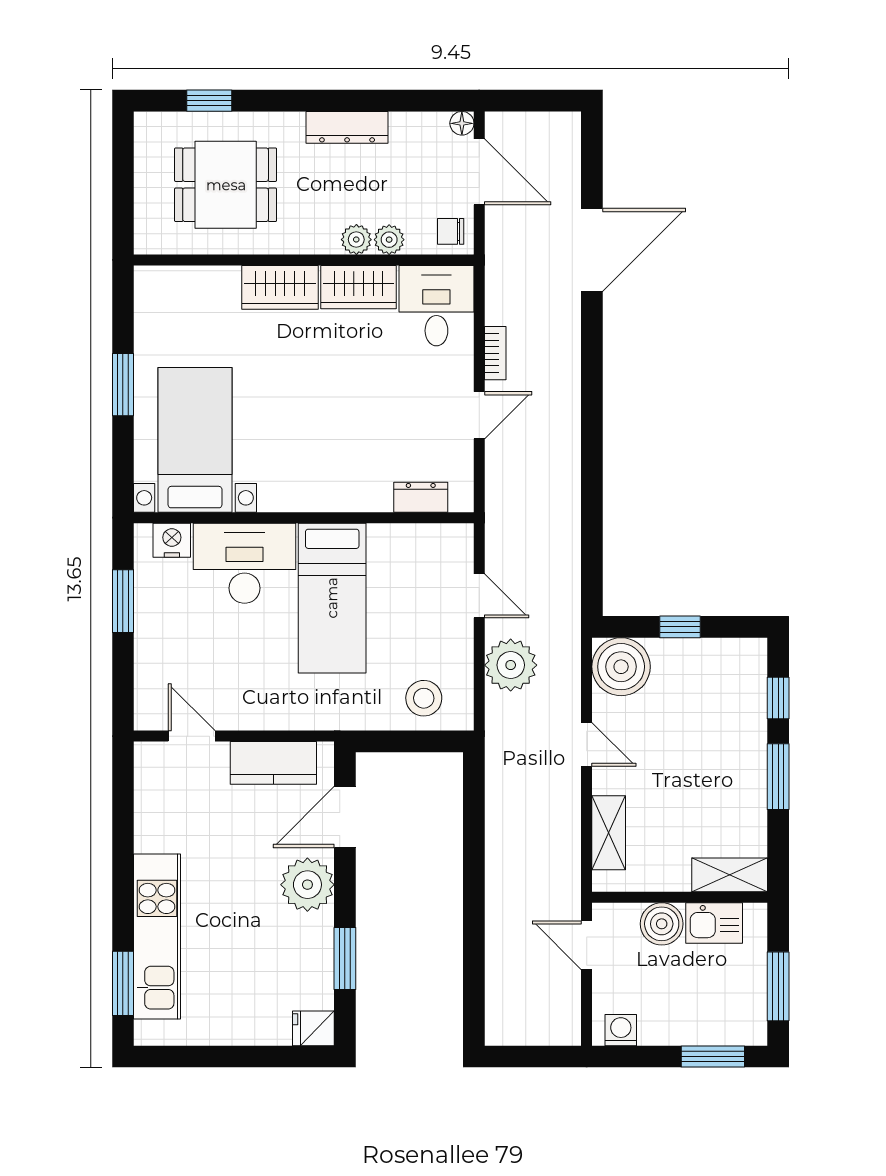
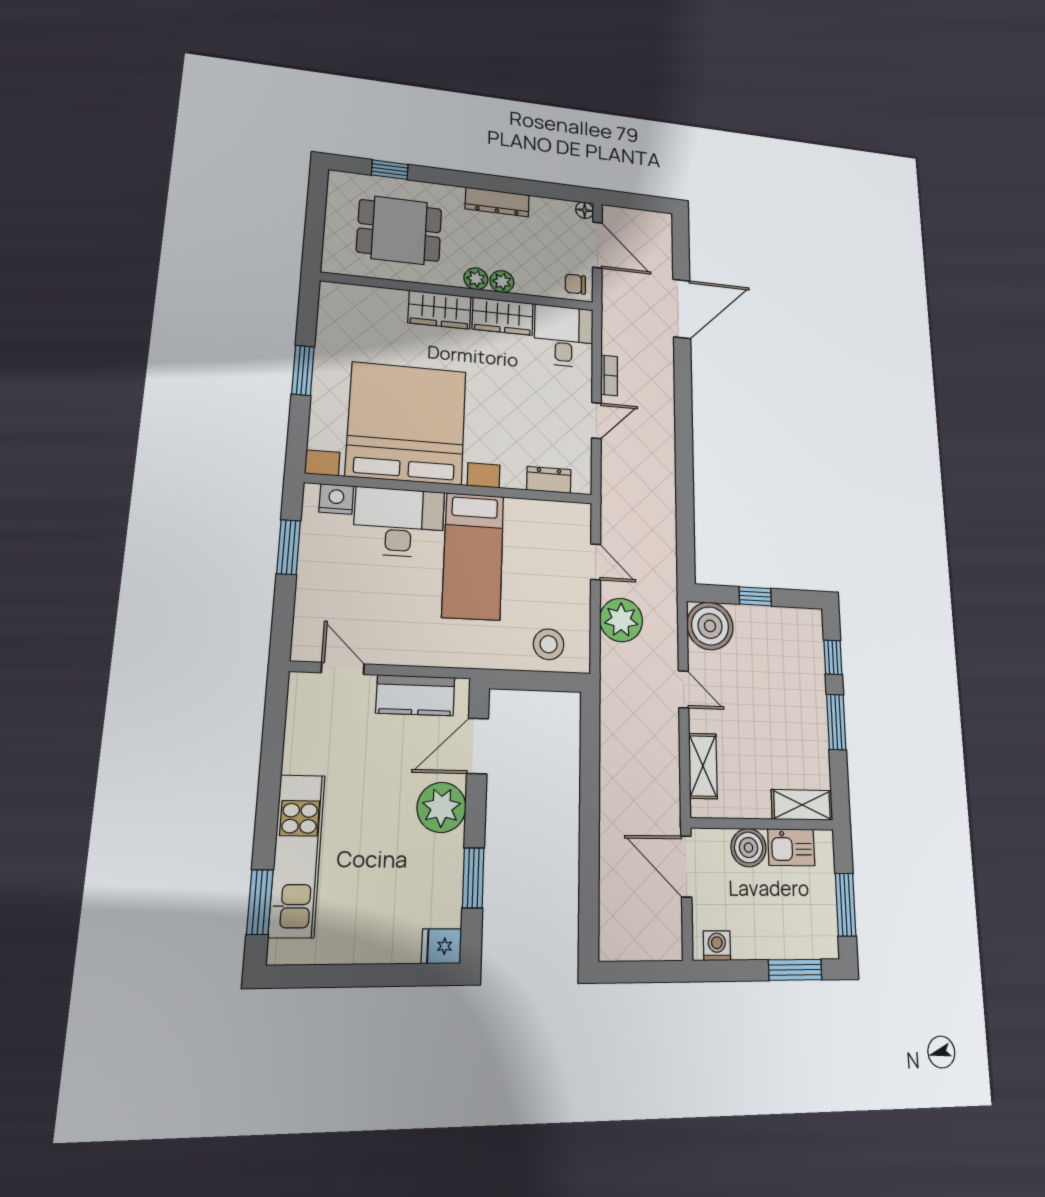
plant: (389, 240) -> (476, 279), moved
bed with nightstands: (195, 440) -> (407, 423), width x1.85
door: (587, 945) -> (686, 866), width x1.37

